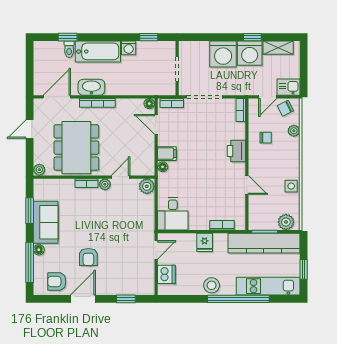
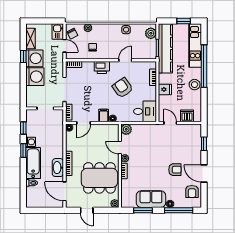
window: (68, 37) -> (23, 151), moved
armchair: (207, 181) -> (123, 88), added

